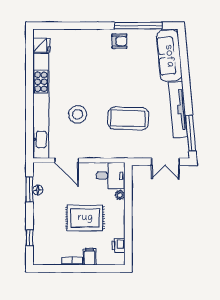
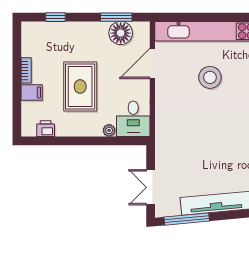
coffee table: (128, 118) -> (205, 141), removed
floor lamp: (38, 190) -> (121, 33), width x1.89, depth x1.89

